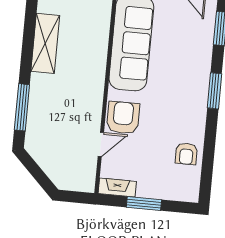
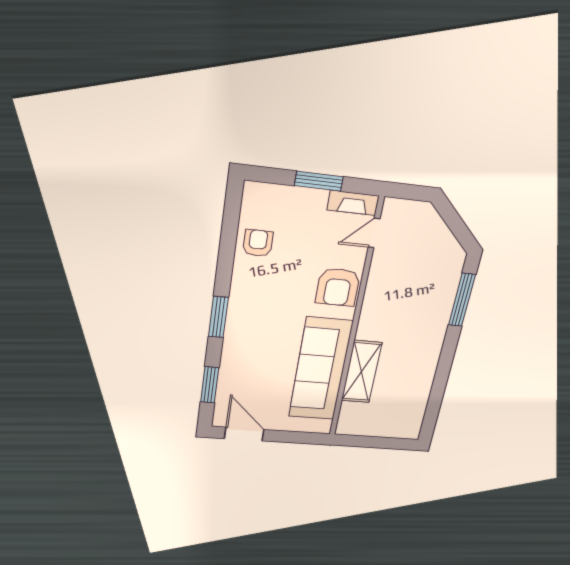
shelving: (45, 43) -> (361, 372), moved
door: (101, 144) -> (374, 233), moved

